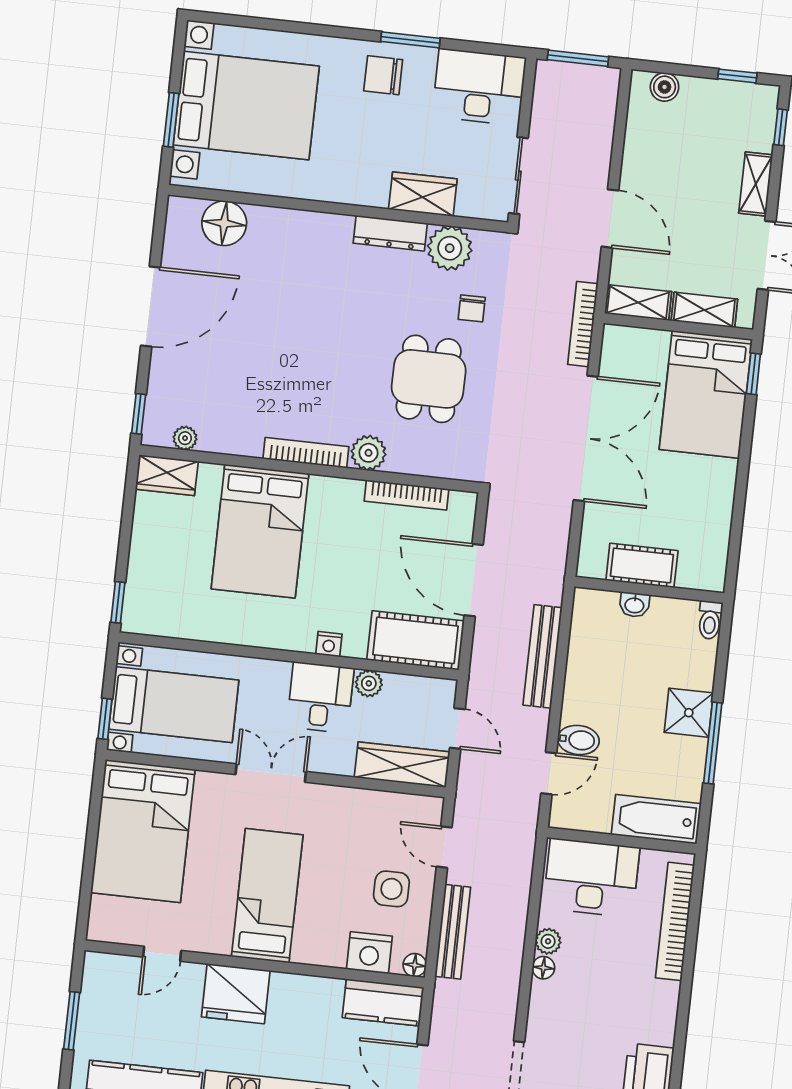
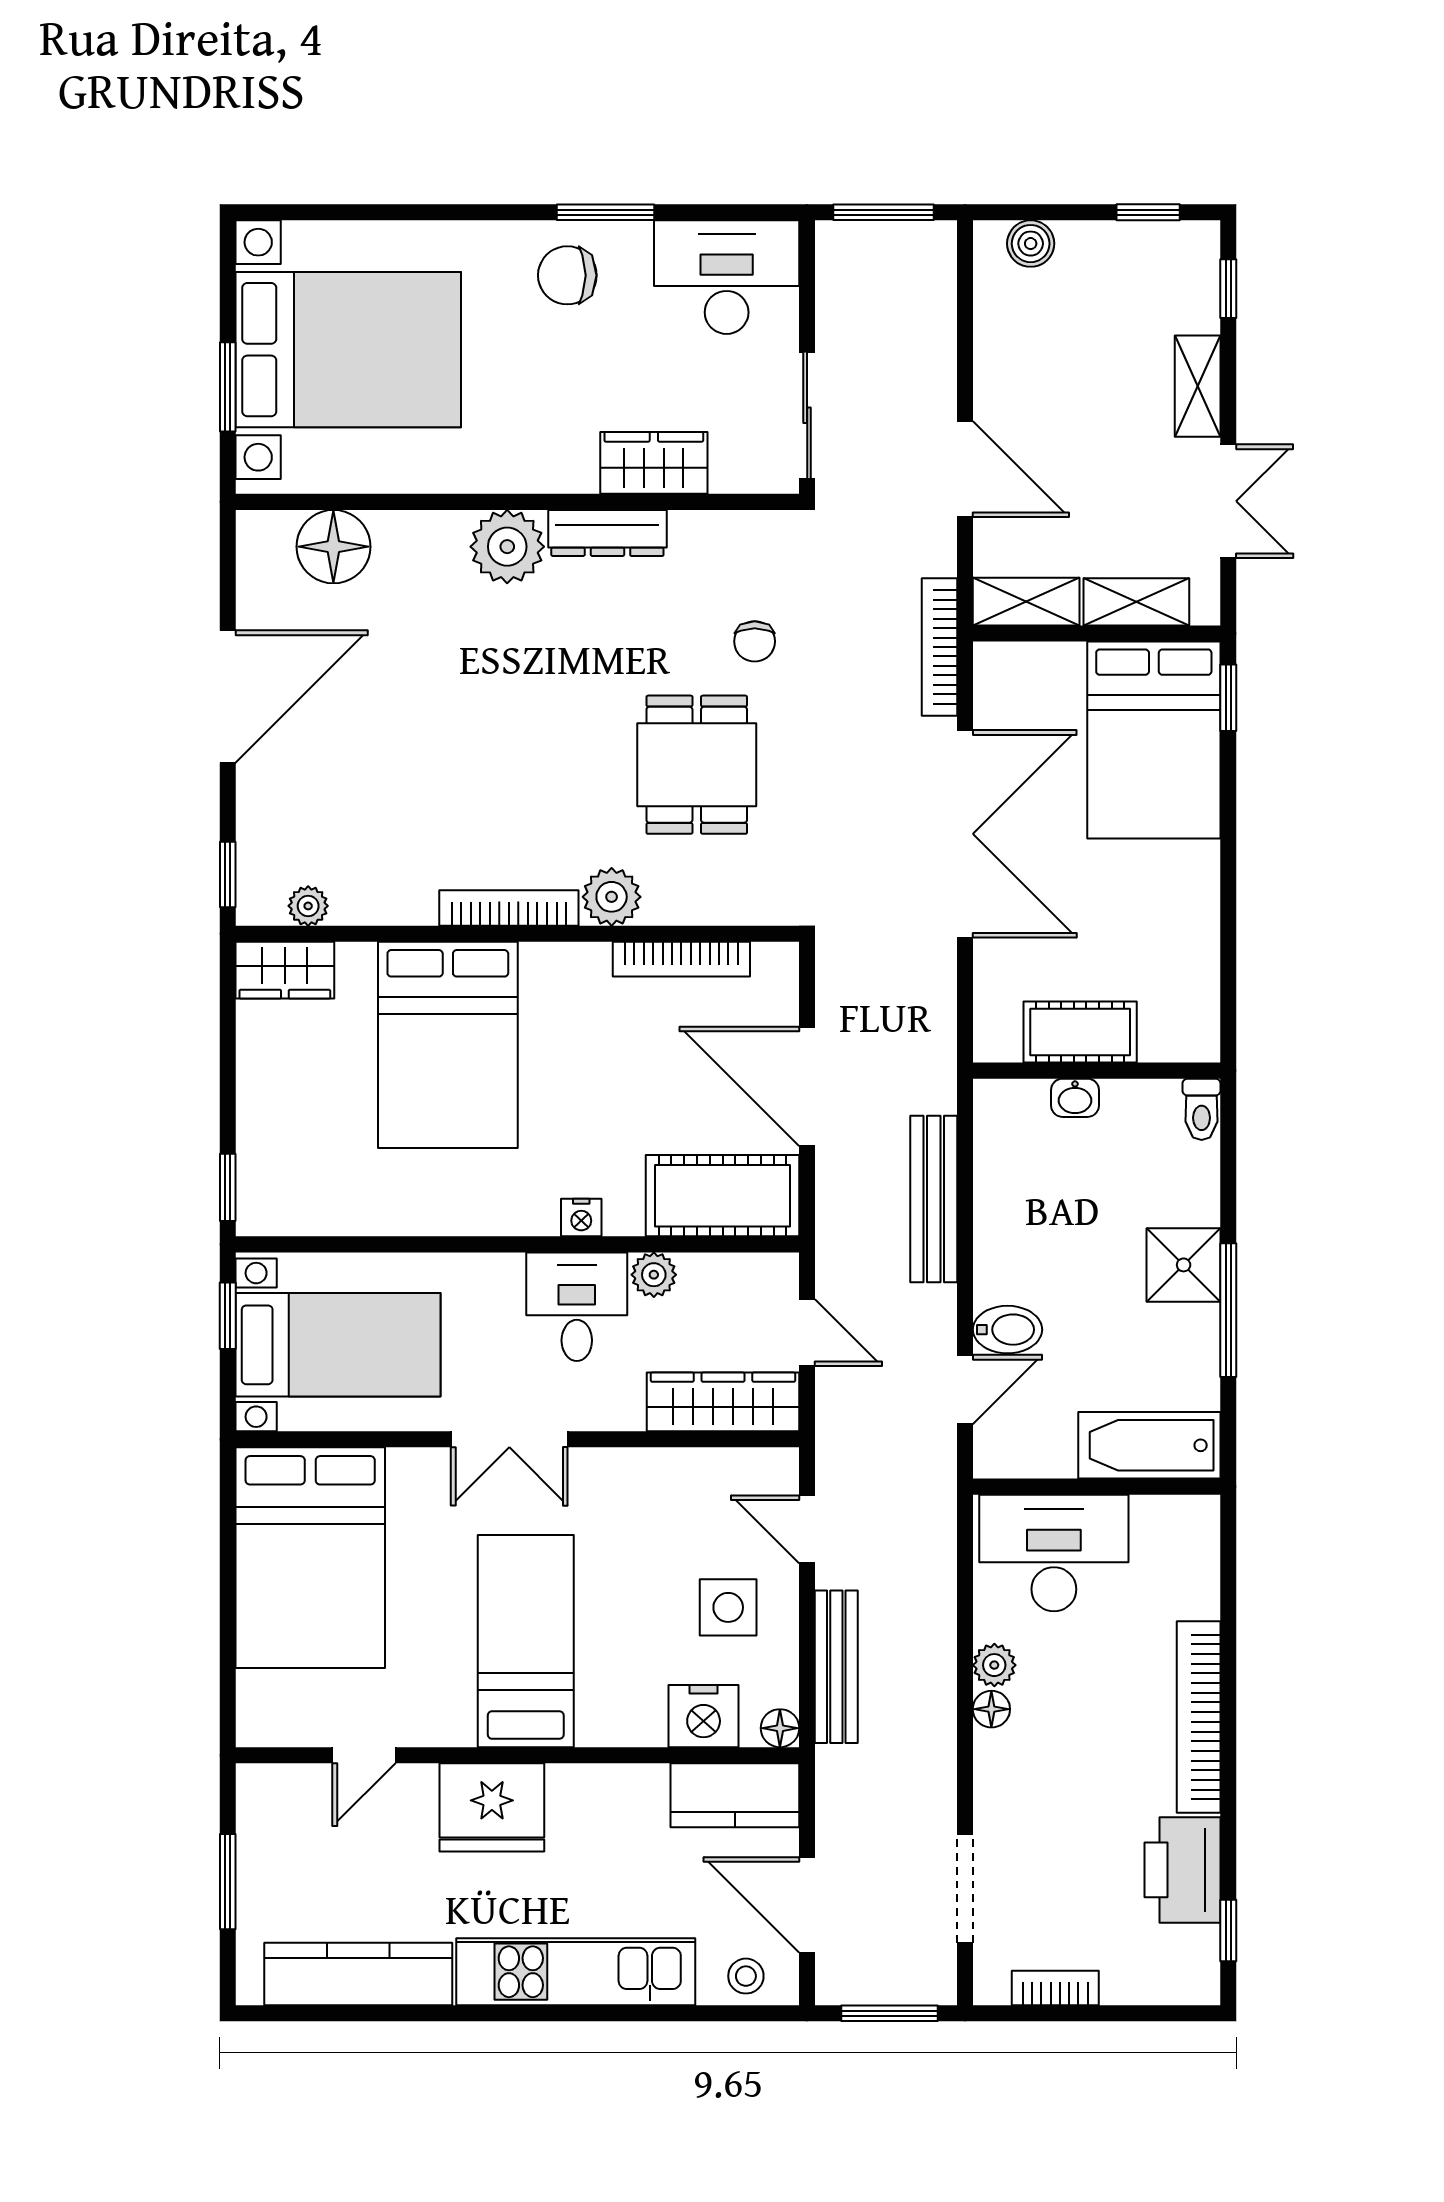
plant: (450, 248) -> (507, 547), moved
window: (105, 719) -> (228, 1316), moved
double door: (271, 773) -> (509, 1439), swing flipped
bookcase: (675, 921) -> (1199, 1717), moved

